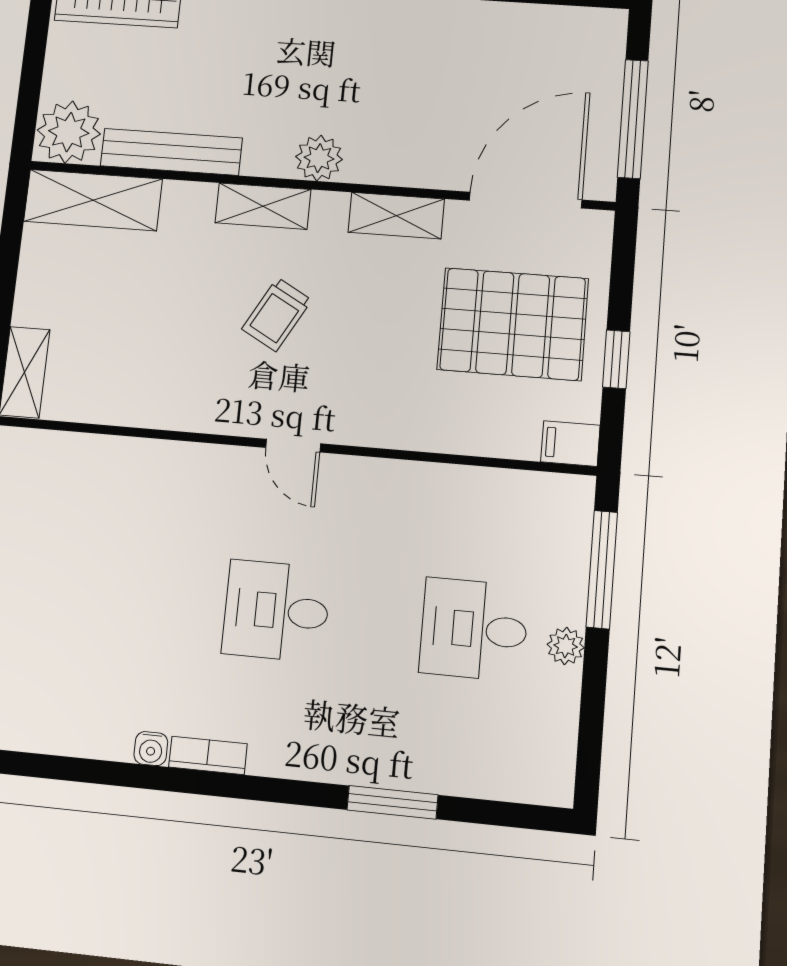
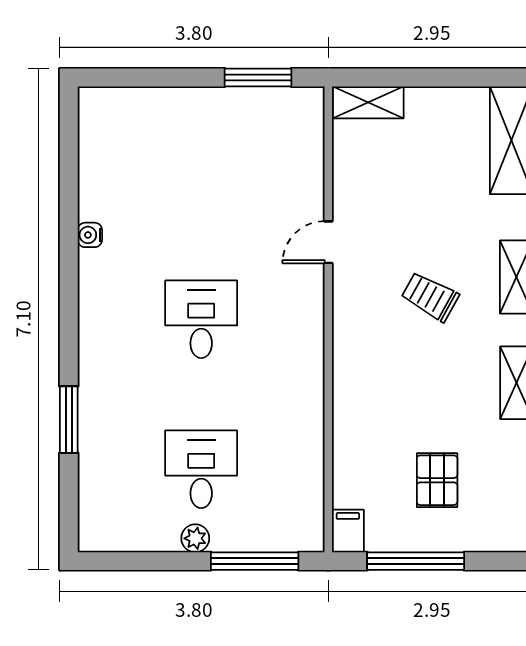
pallet: (513, 324) -> (437, 480), width x0.49, depth x0.50
window: (616, 359) -> (416, 561), width x2.17
door: (293, 446) -> (328, 242), moved
bookcase: (208, 755) -> (89, 279), removed

